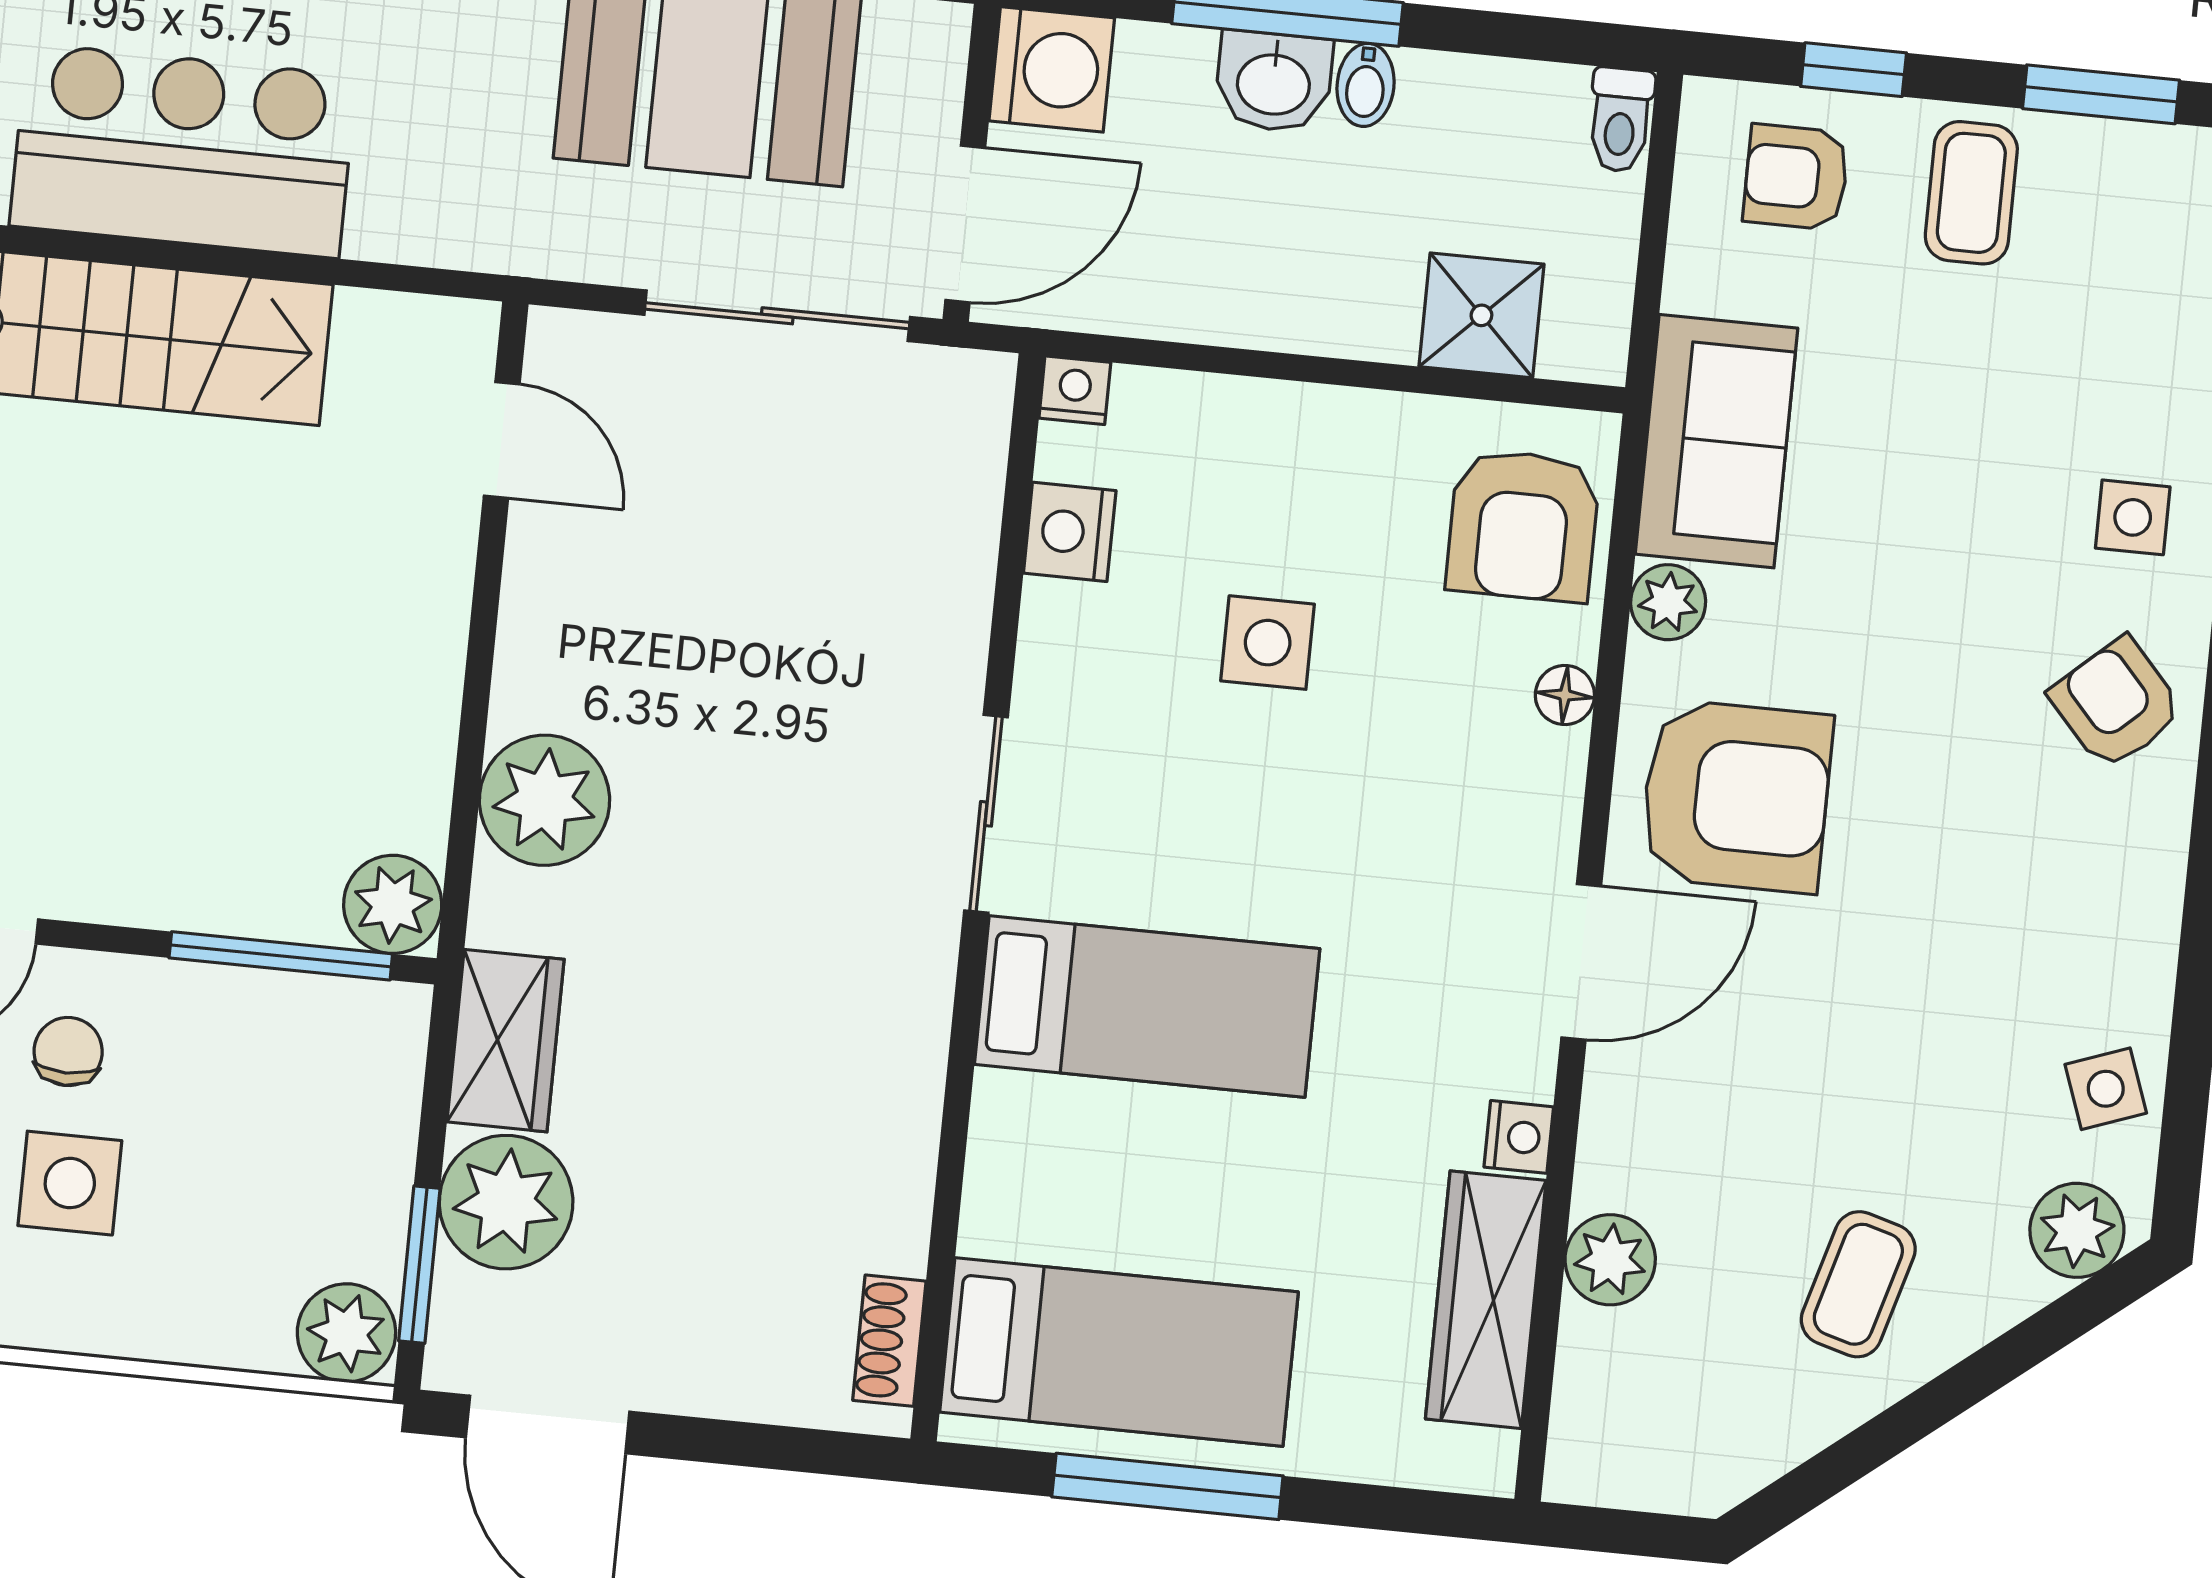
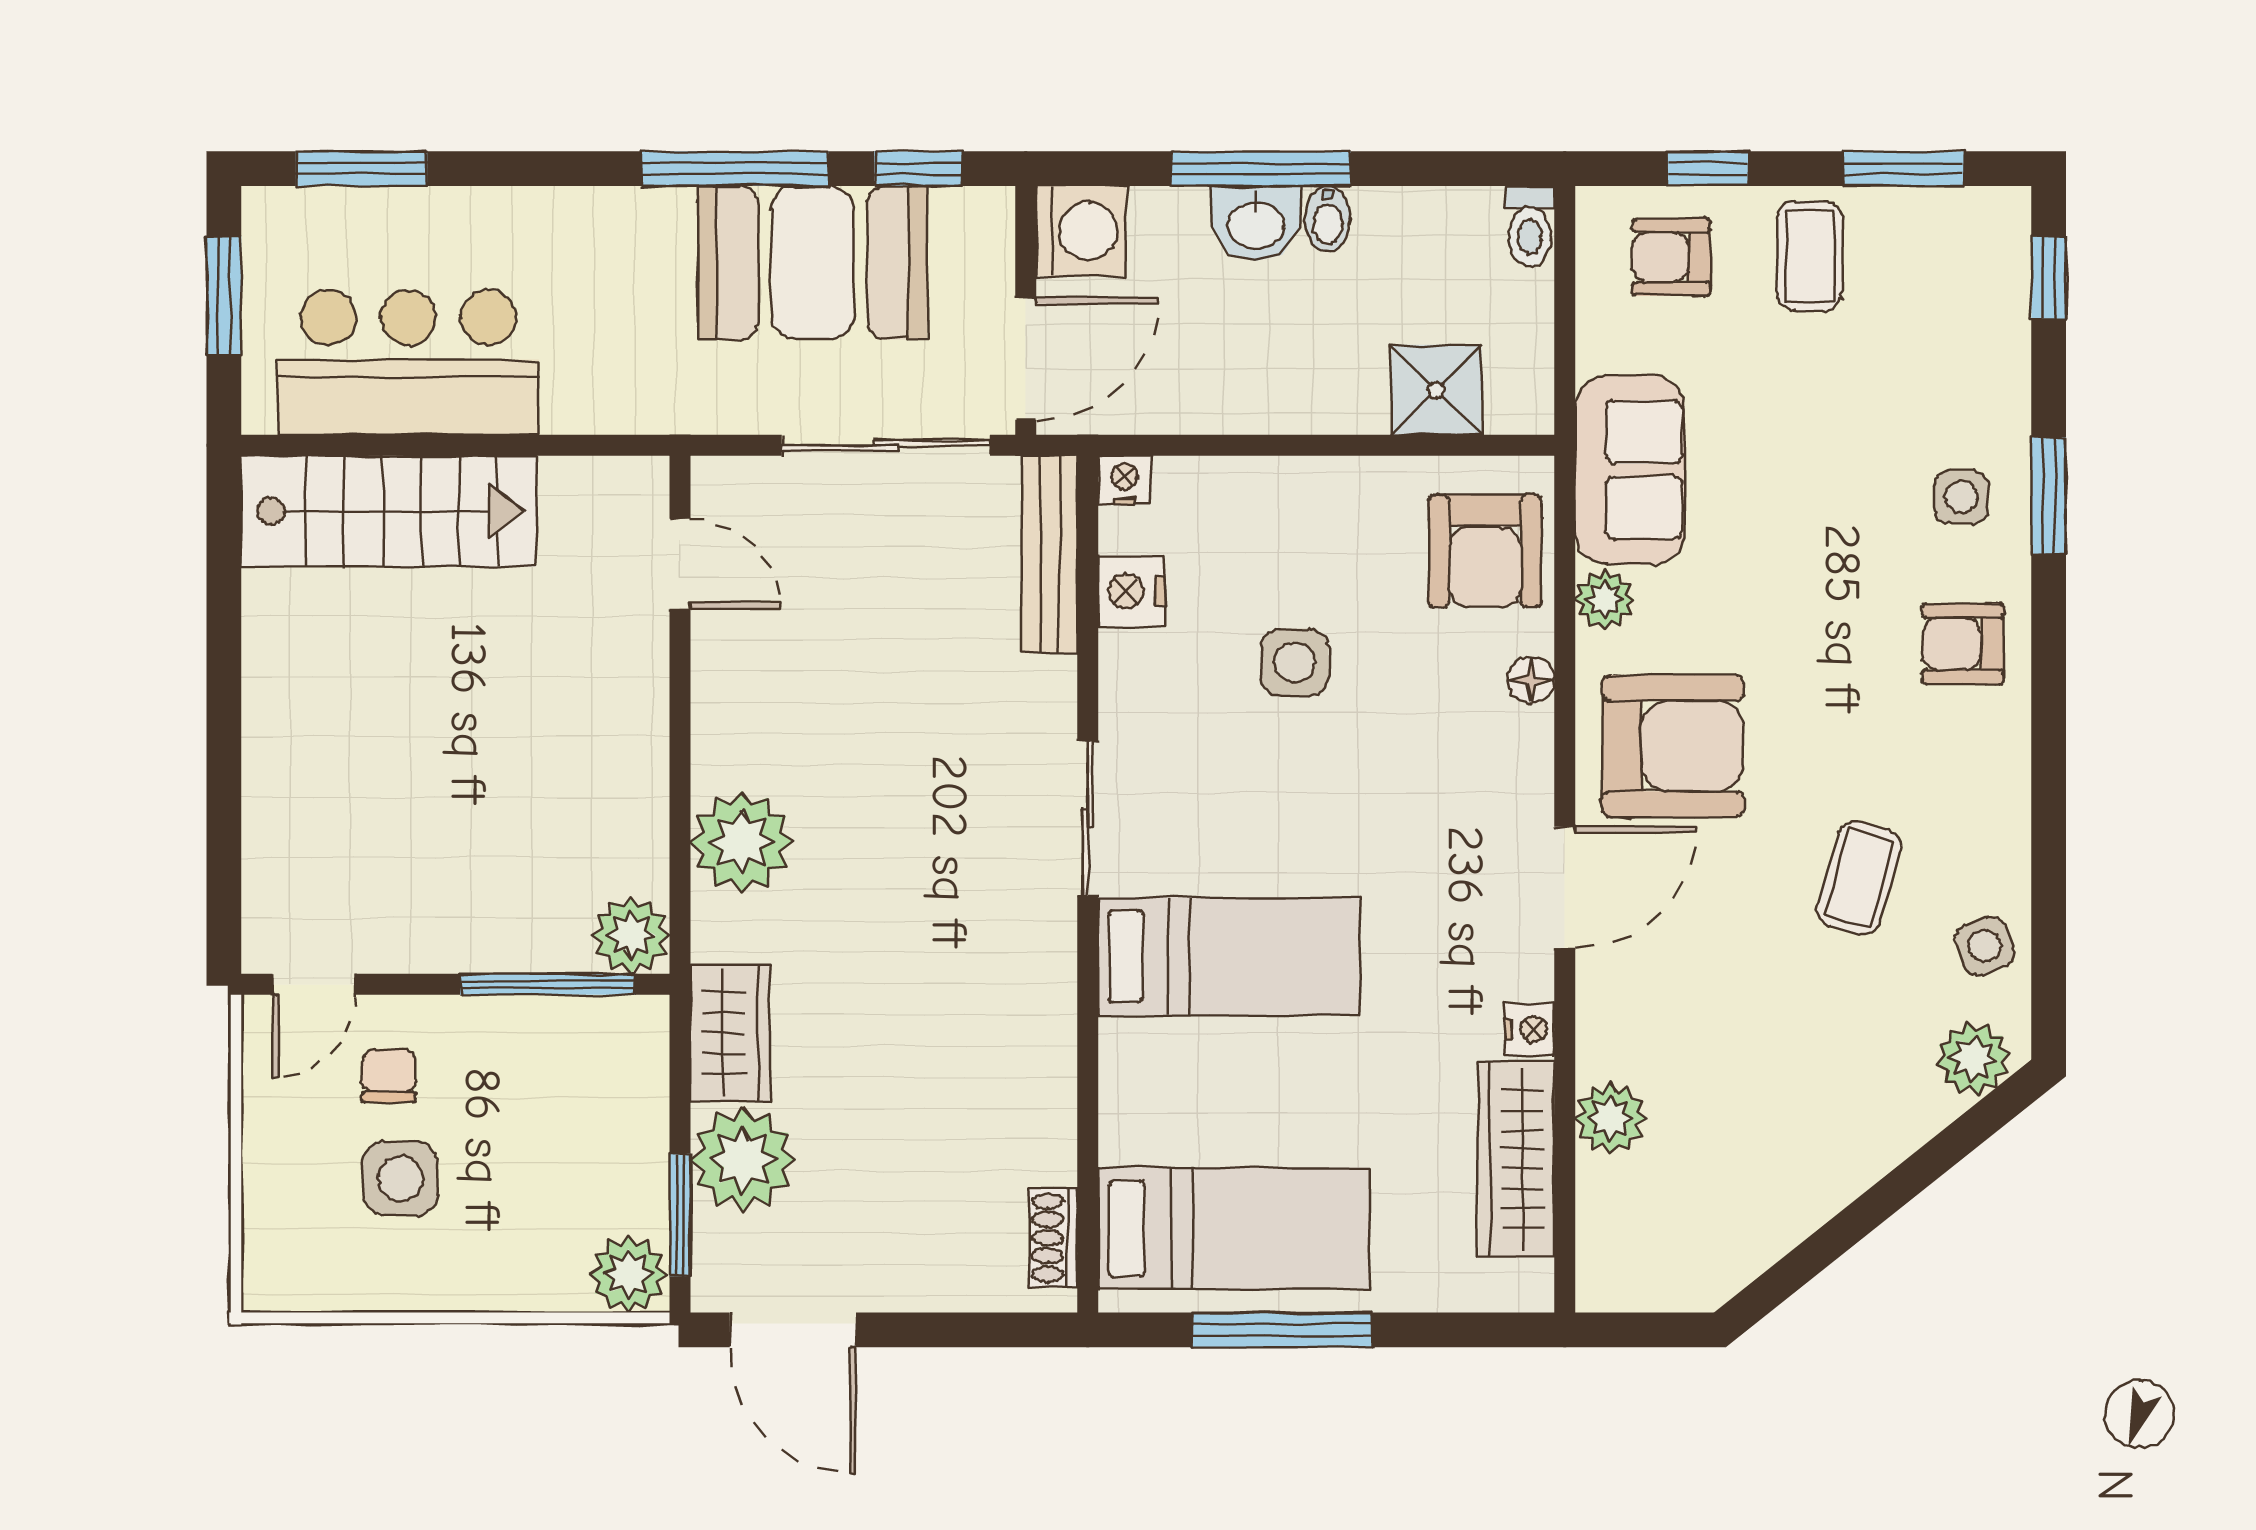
bench: (971, 475) -> (1050, 554), added
armchair: (2116, 703) -> (1963, 644), turned -48
coffee table: (1858, 1284) -> (1859, 878), moved

